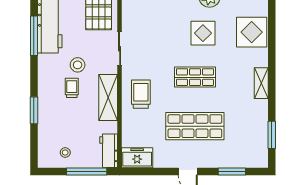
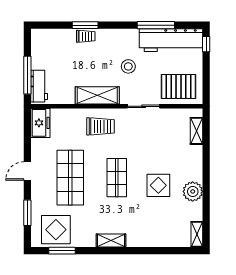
display table: (252, 32) -> (56, 230), moved
trolley: (72, 88) -> (86, 36), moved
workbench: (109, 151) -> (39, 86), moved, turned 90
stool: (65, 153) -> (45, 55), removed

